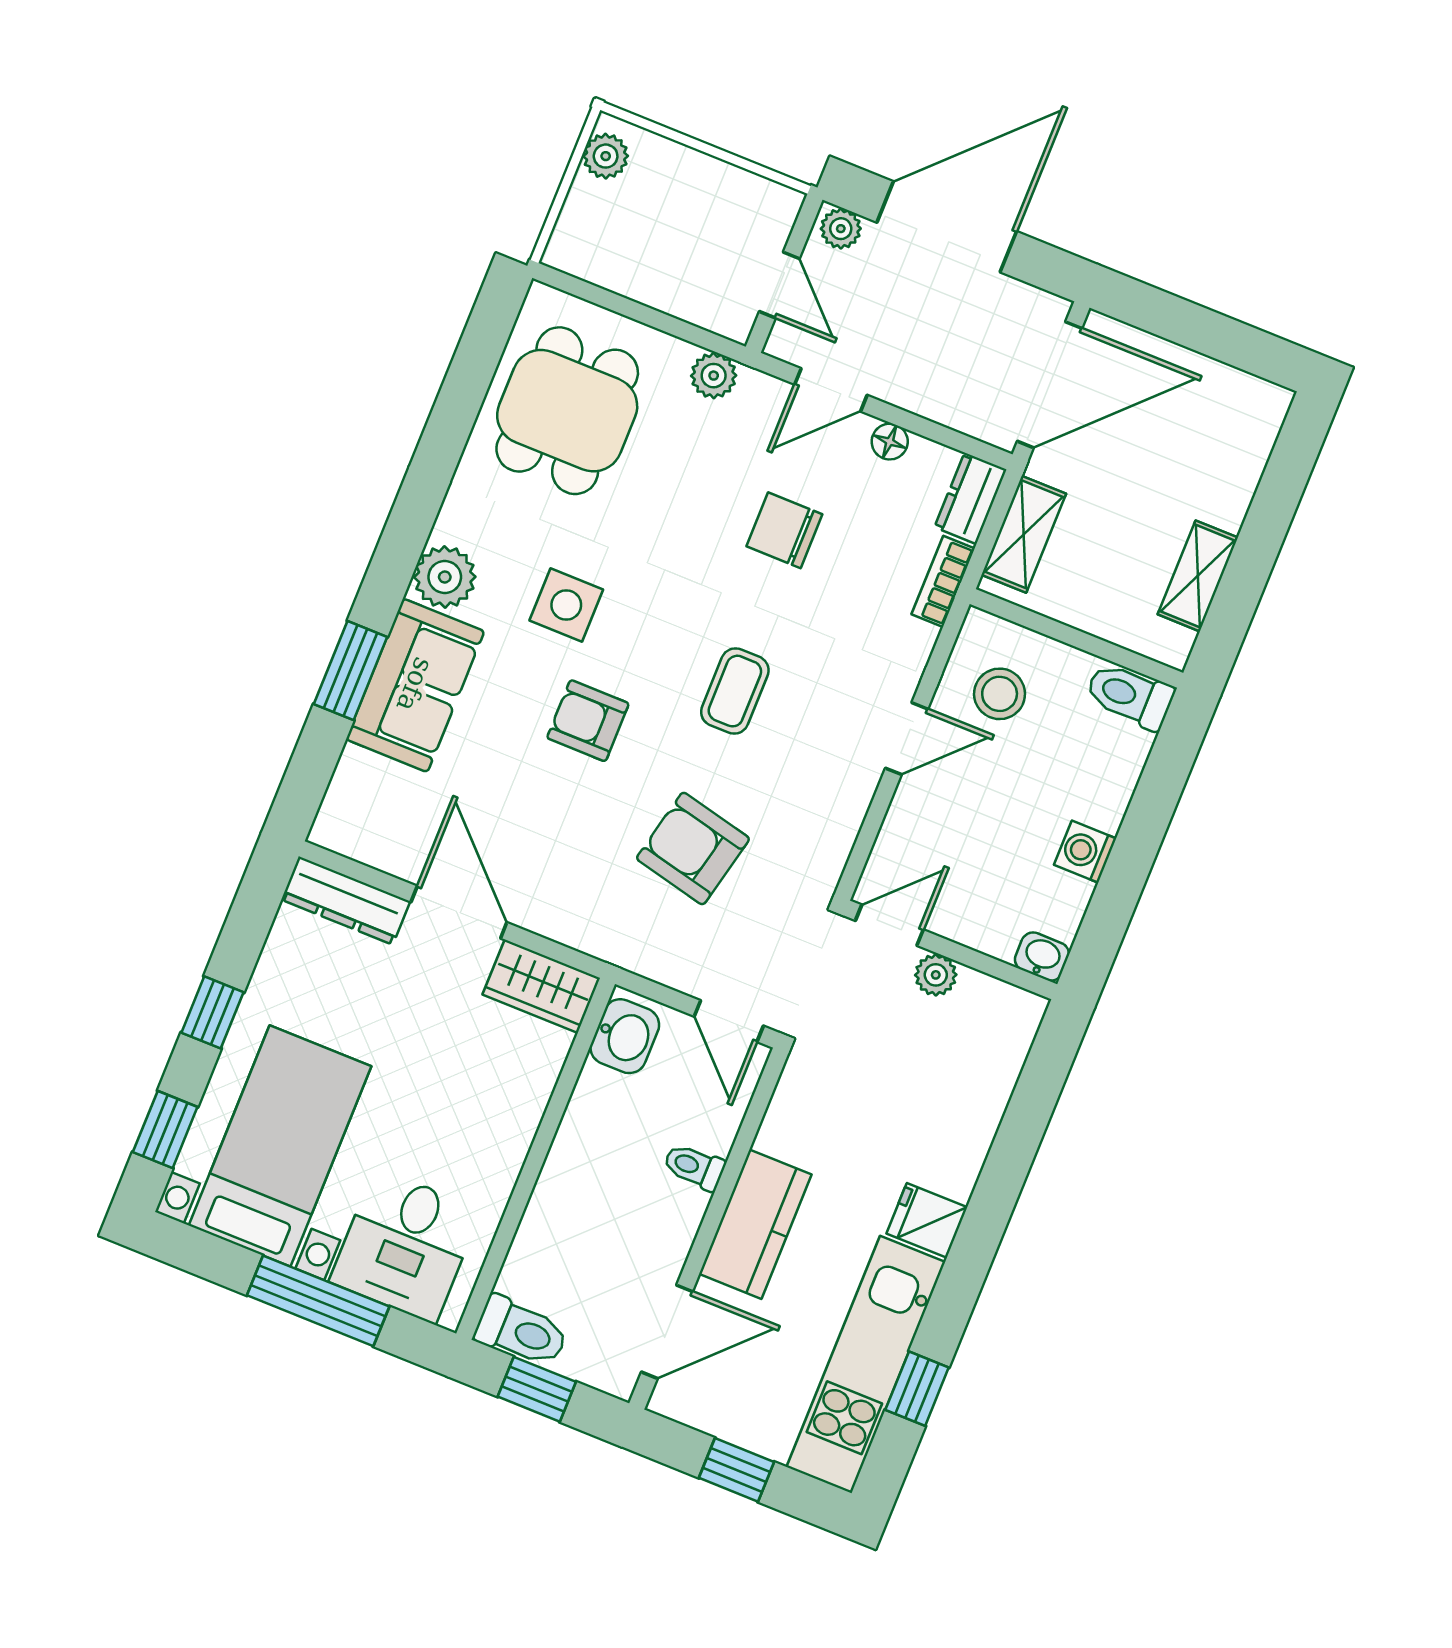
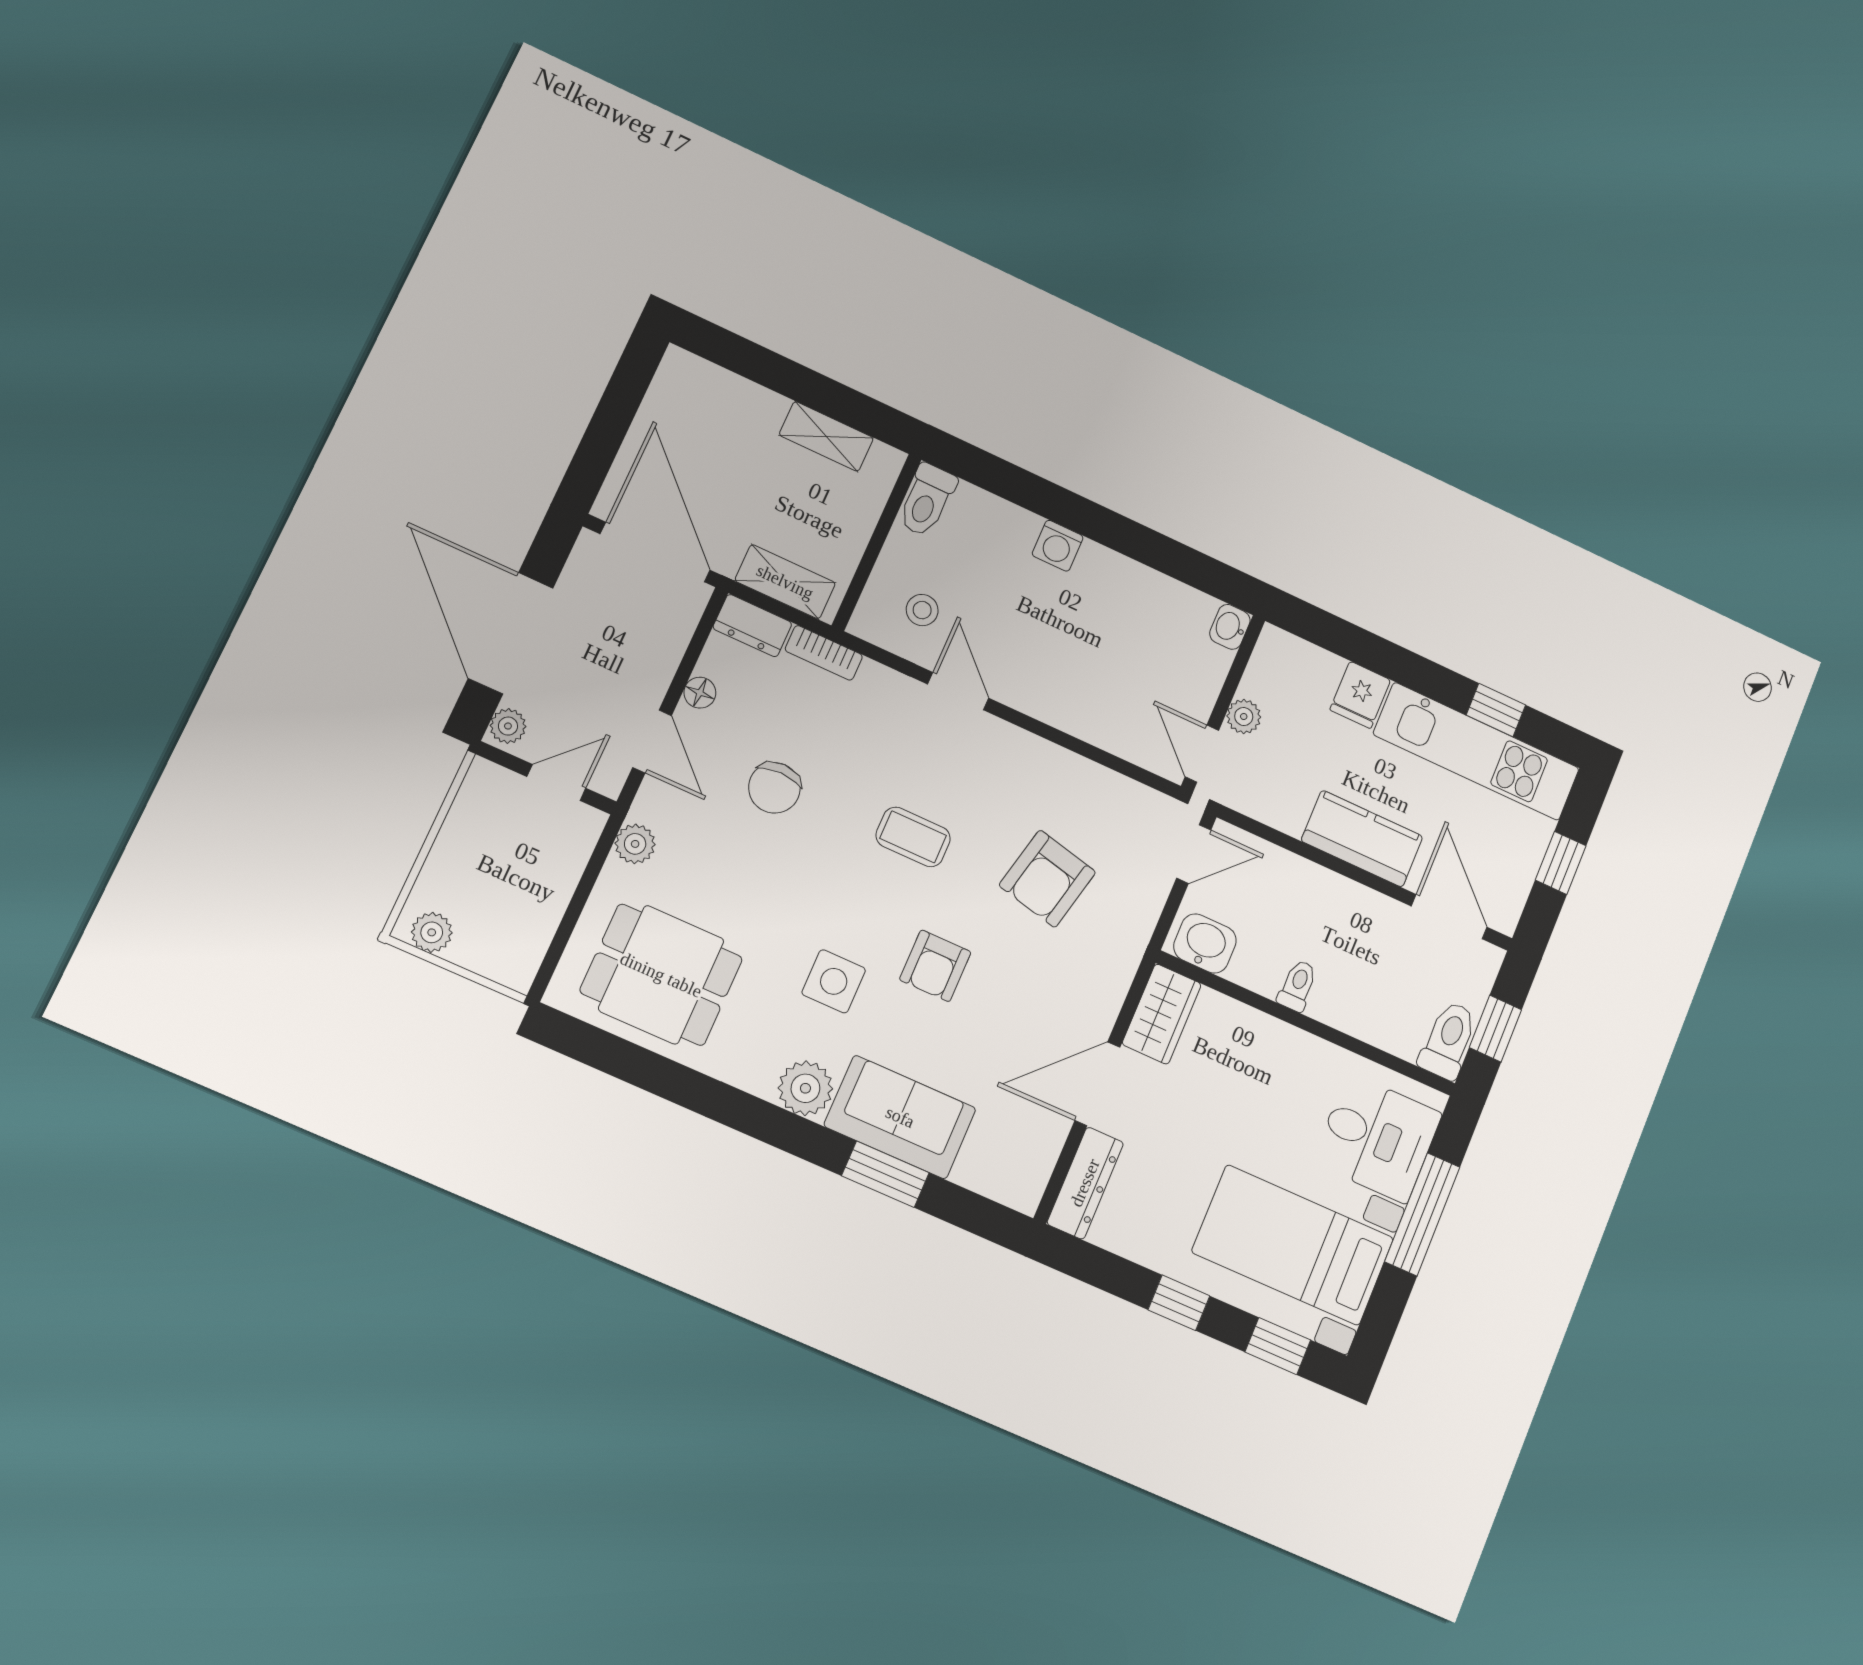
stool: (1000, 694) -> (922, 610), width x0.73, depth x0.73
door: (889, 925) -> (1202, 754), moved
wall: (951, 950) -> (1223, 703), moved
washbasin: (1042, 957) -> (1230, 627), moved
plant: (936, 975) -> (1244, 717), moved
toilet: (694, 1167) -> (1298, 986), moved, turned 180

